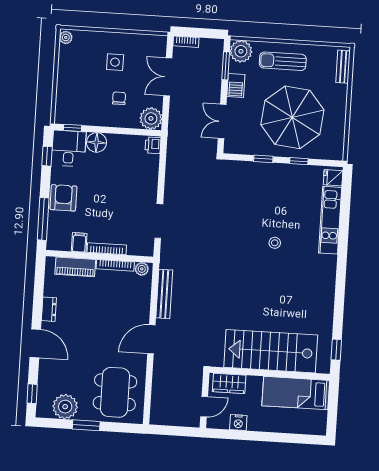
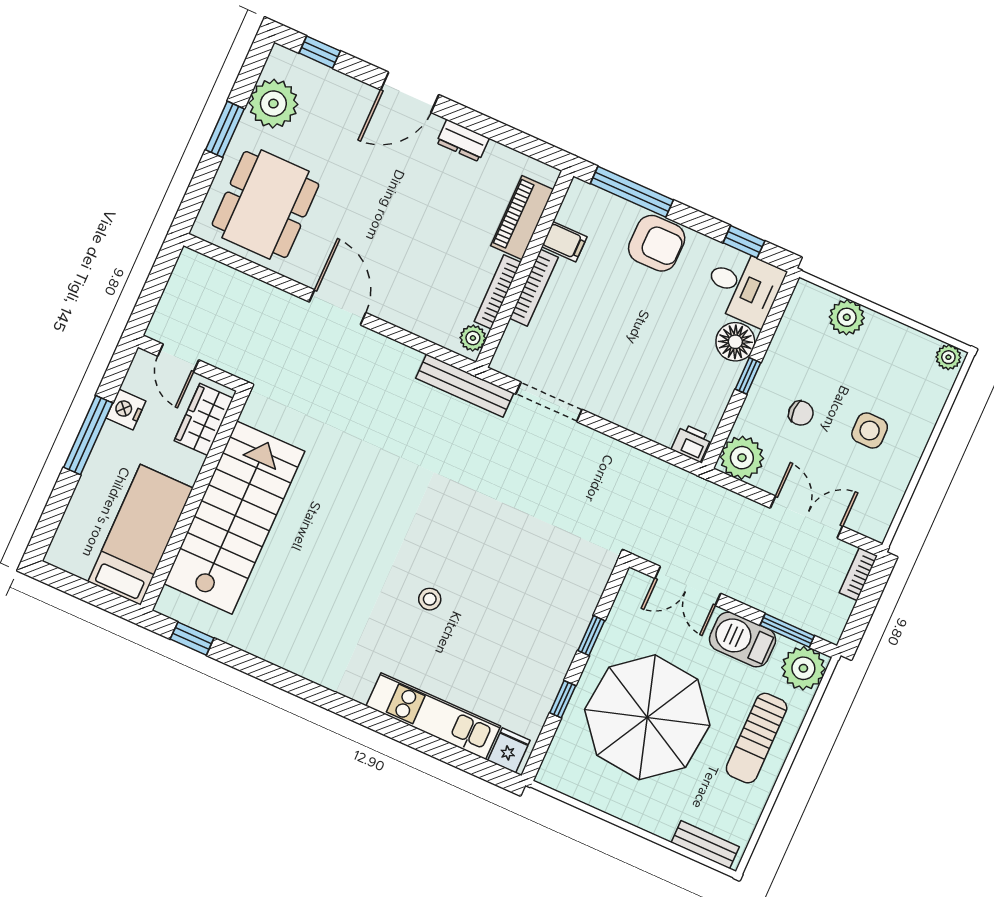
sun lounger: (283, 61) -> (757, 738), turned 180
barbecue: (236, 85) -> (743, 640), width x1.38, depth x1.27
plant: (65, 93) -> (847, 317), added
double door: (222, 121) -> (688, 586), swing flipped
window: (72, 128) -> (748, 376), moved
bench: (164, 294) -> (465, 386), moved
dining table: (115, 392) -> (265, 205), turned 90
window: (257, 436) -> (88, 435), added

